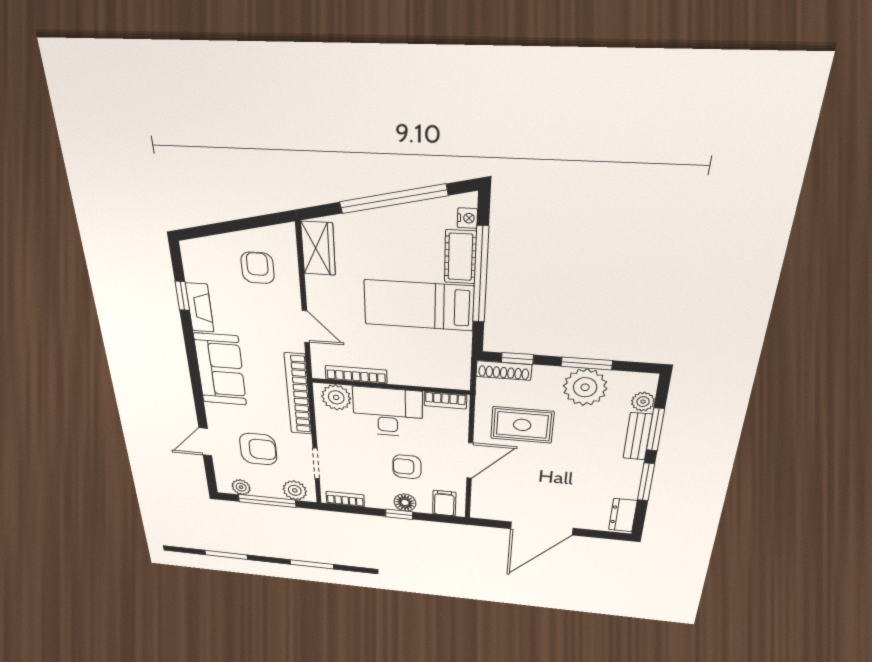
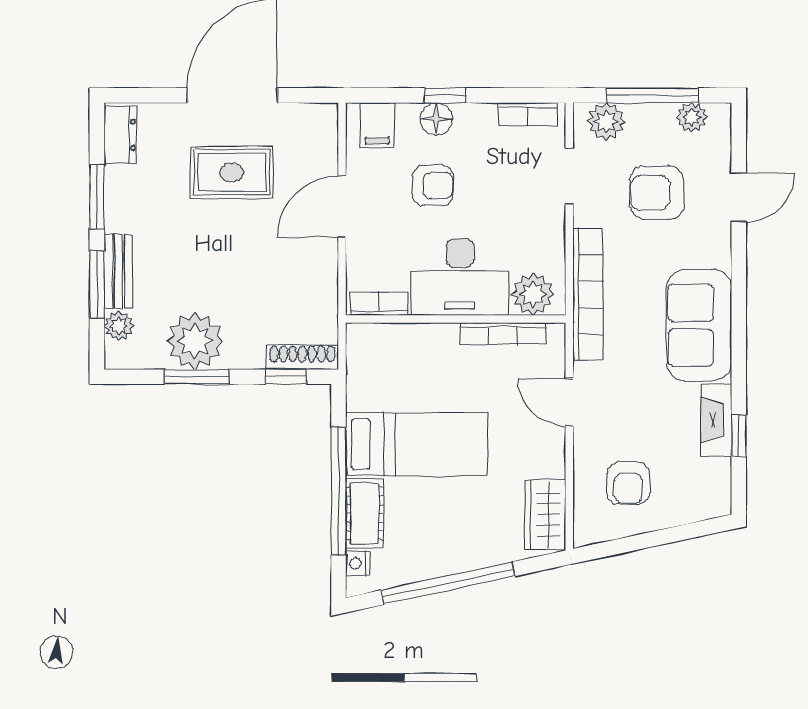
rug: (522, 425) -> (232, 172), moved

